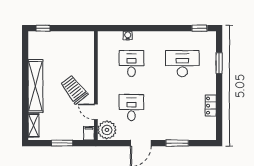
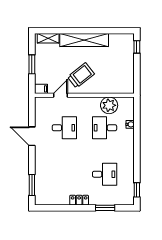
desk: (131, 64) -> (105, 128), turned 180
desk: (182, 64) -> (105, 174), width x0.73
locker: (211, 106) -> (79, 200), moved
plant: (107, 130) -> (109, 105), moved
window: (177, 143) -> (32, 185), moved

